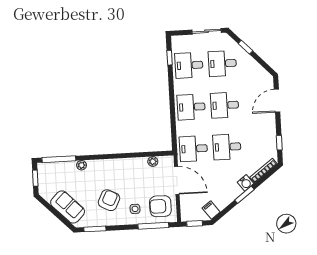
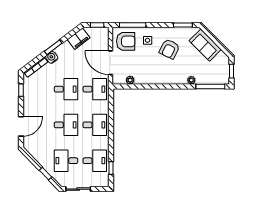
desk: (222, 63) -> (66, 161), turned 180
filing cabinet: (211, 210) -> (79, 39), width x2.00

